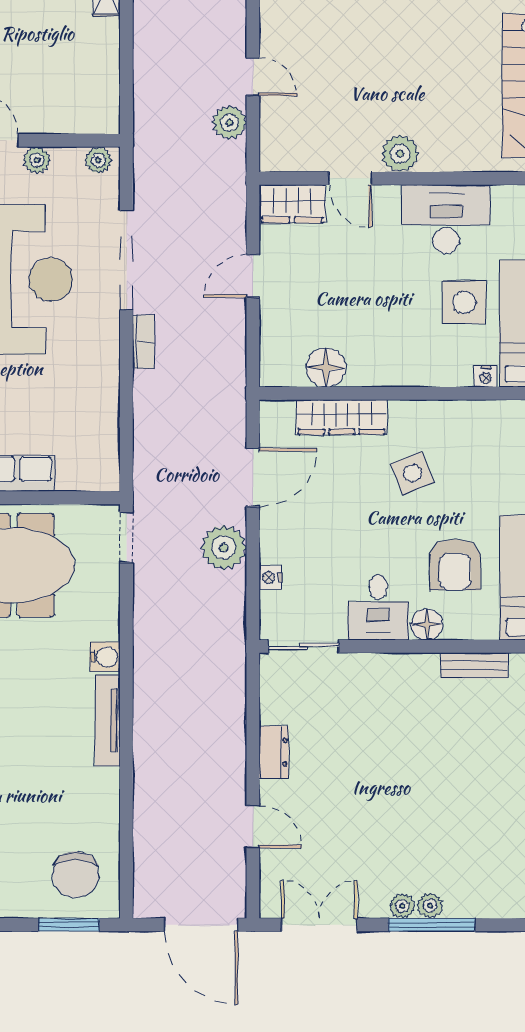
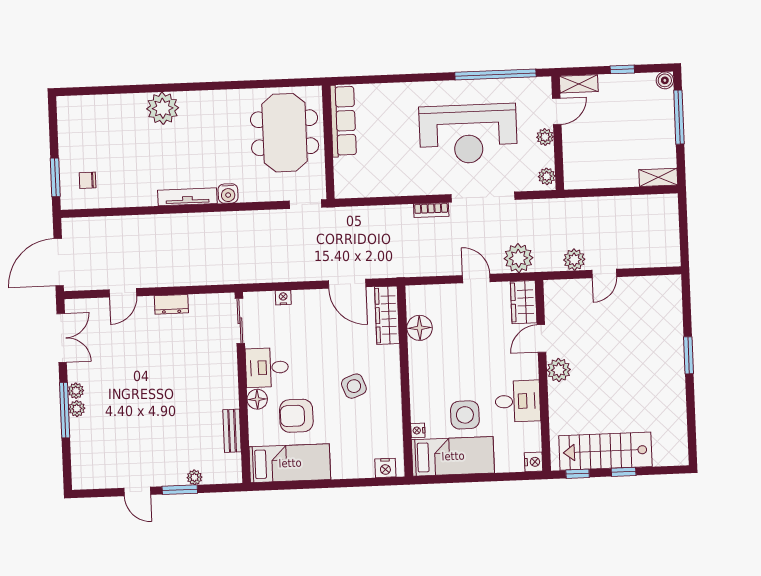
desk: (446, 219) -> (518, 401), width x0.73
wardrobe: (342, 417) -> (387, 315), moved
plant: (224, 548) -> (518, 258), moved
chair: (76, 875) -> (88, 180), width x0.54, depth x0.54

